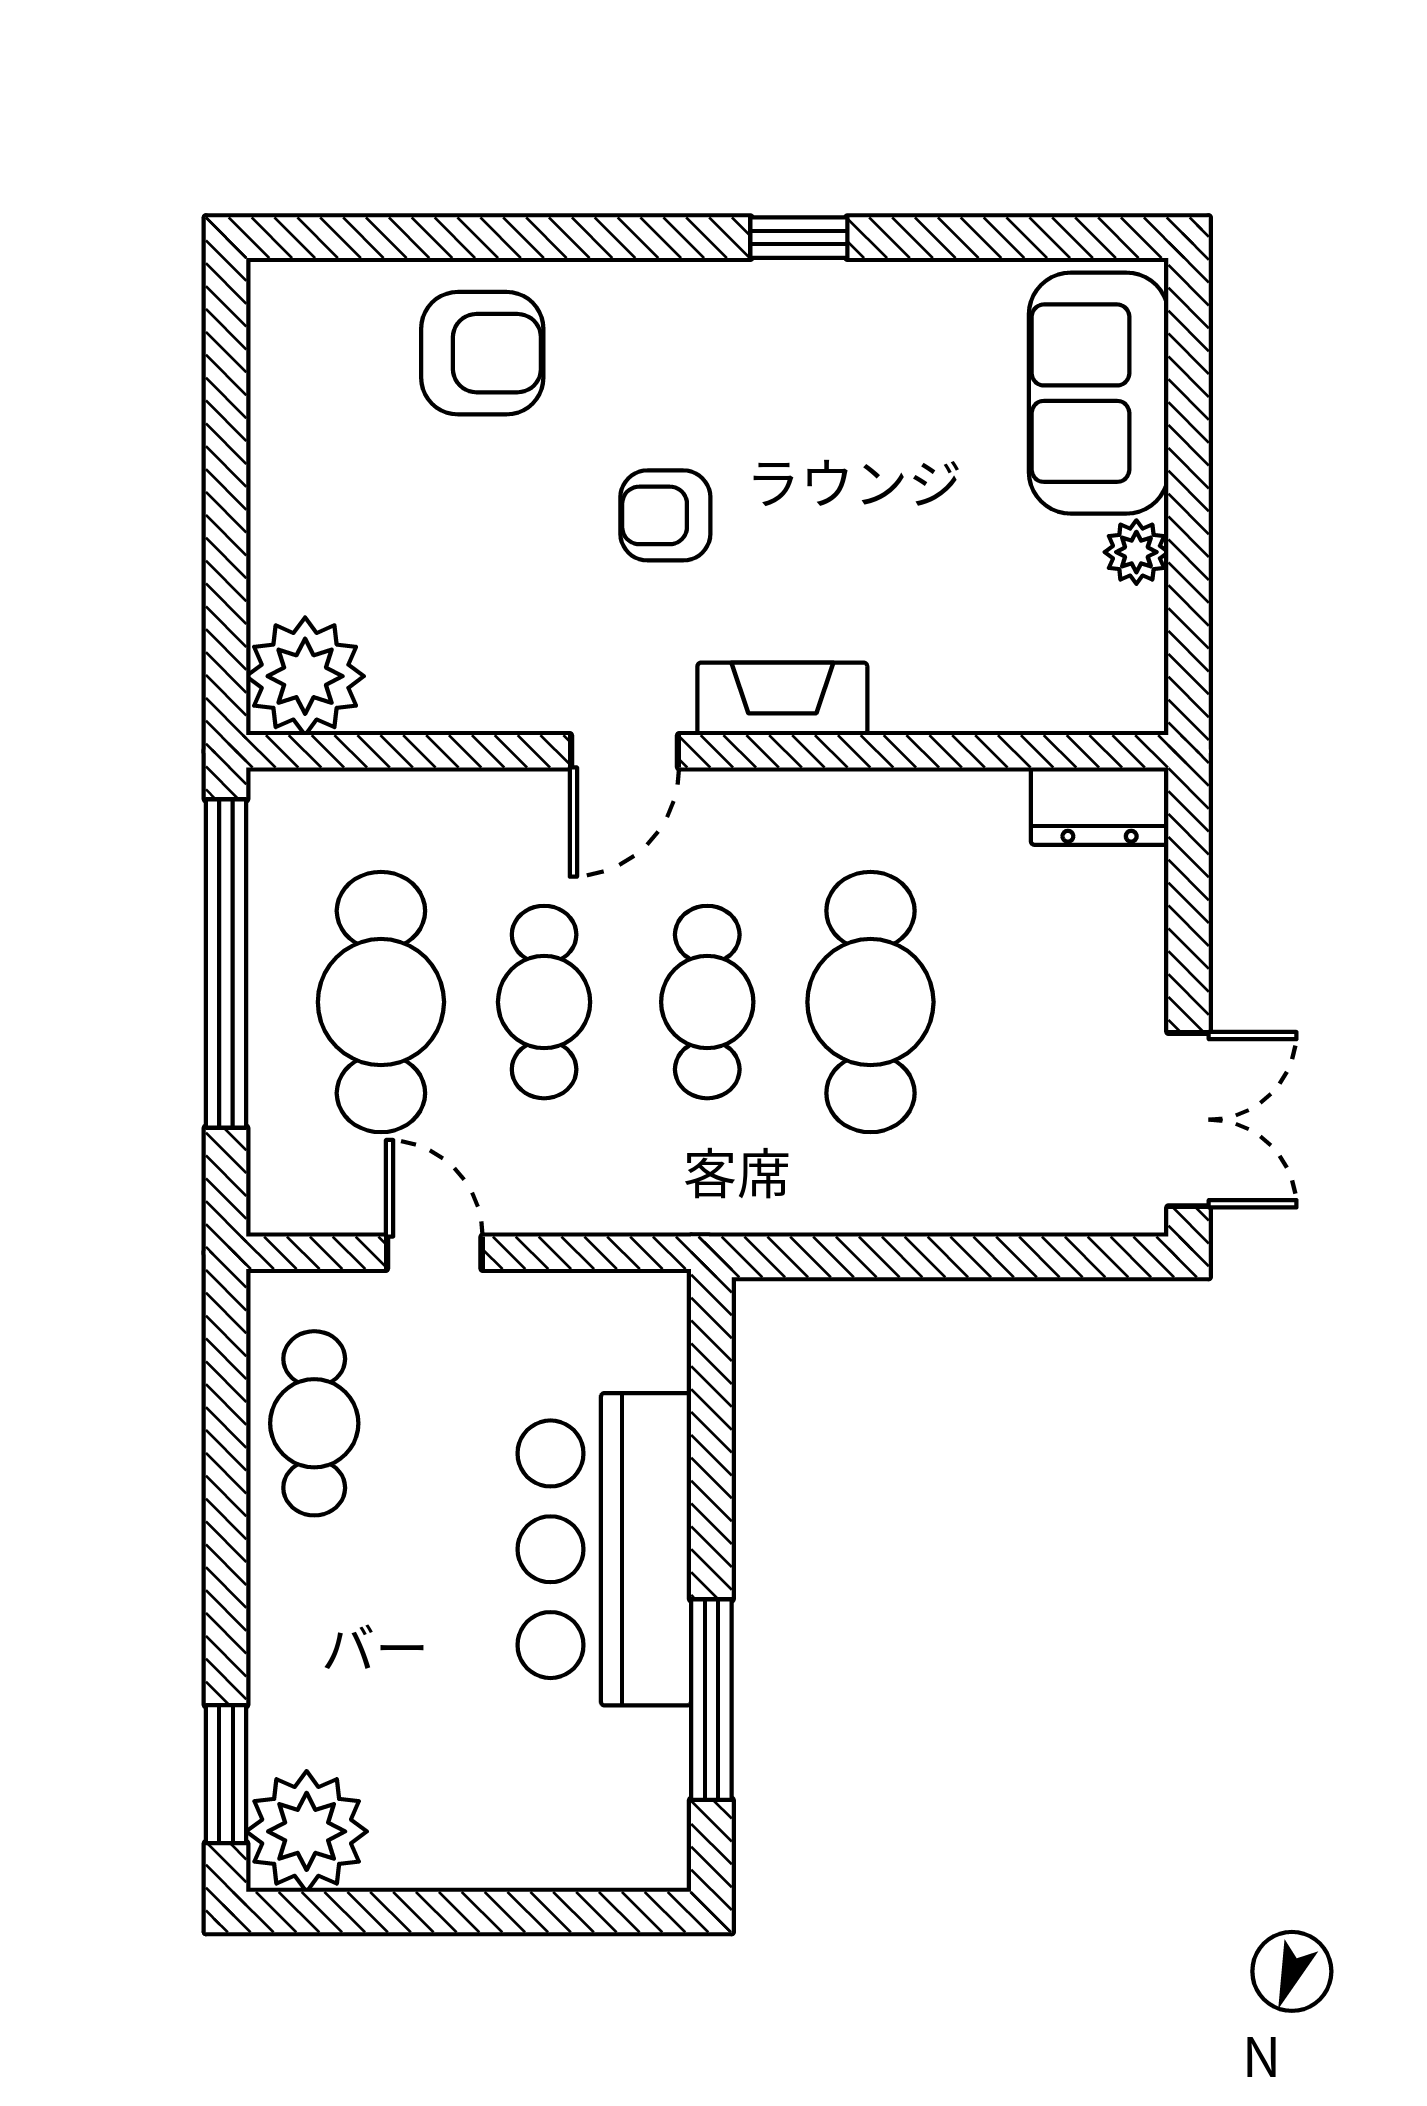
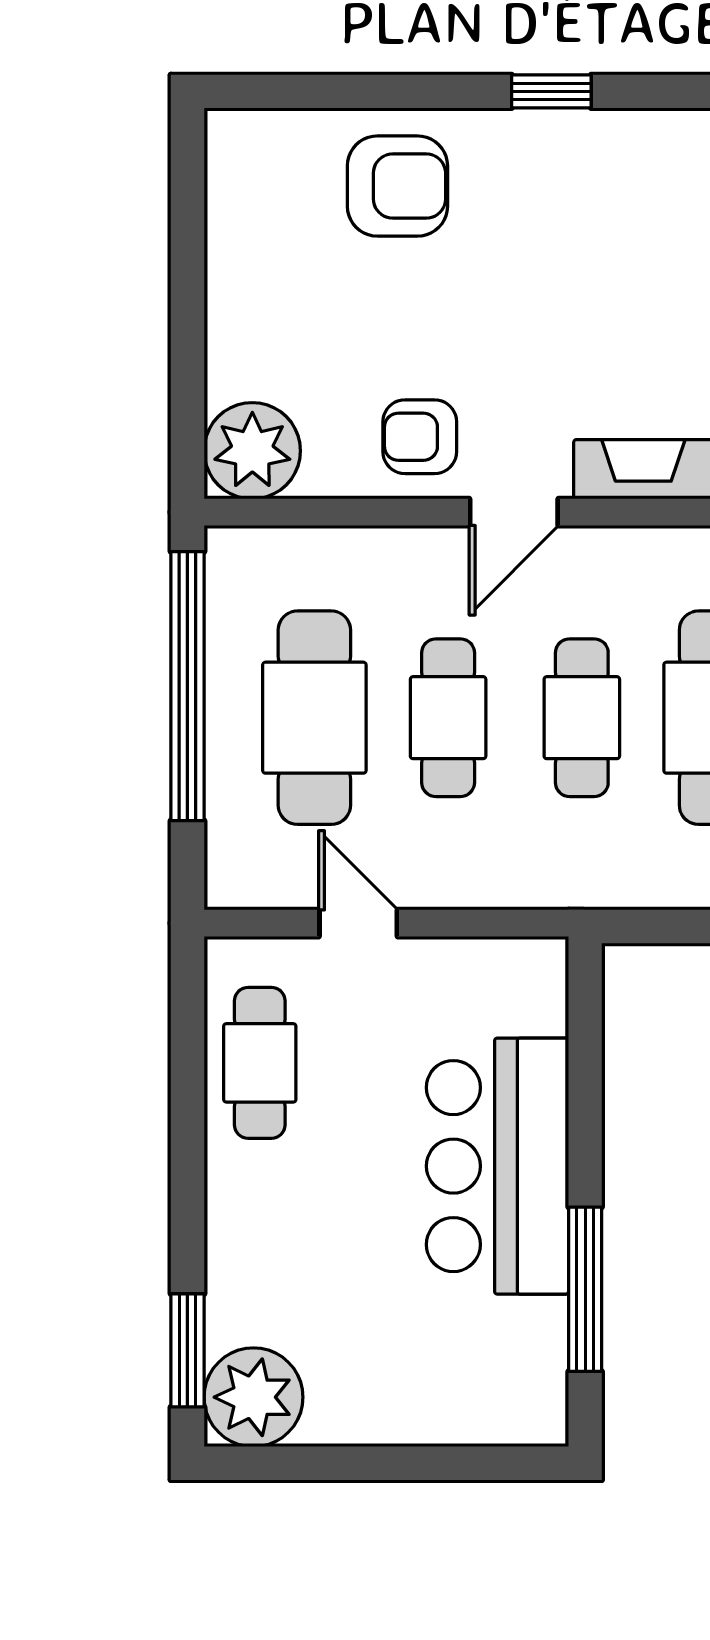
window: (799, 238) -> (551, 91), moved
armchair: (665, 515) -> (420, 437), moved

